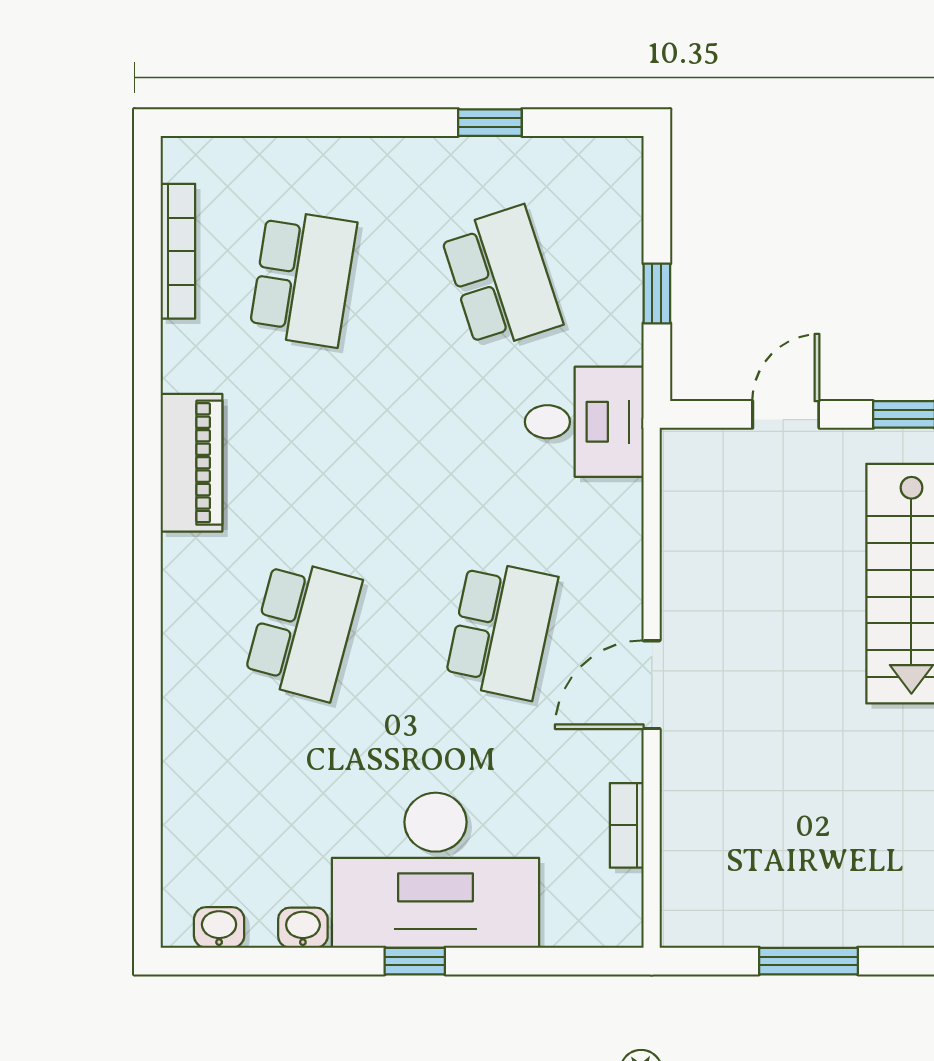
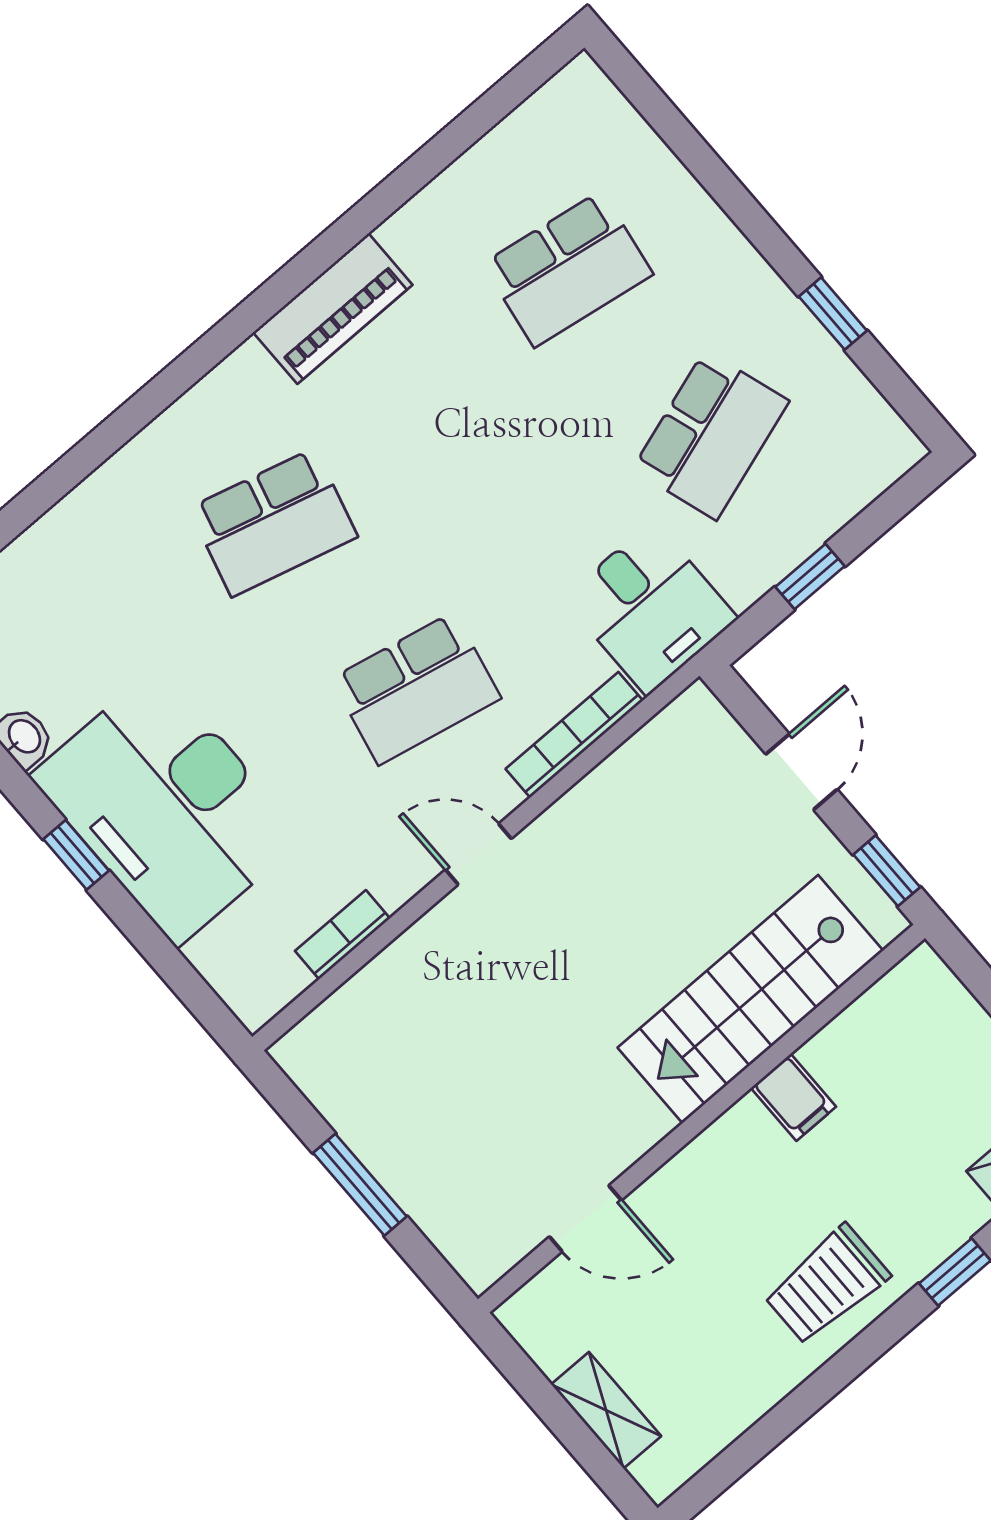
bookcase: (178, 251) -> (574, 735), moved, turned 180
door: (786, 414) -> (802, 772), hinge flipped
door: (652, 685) -> (478, 854), width x0.73

